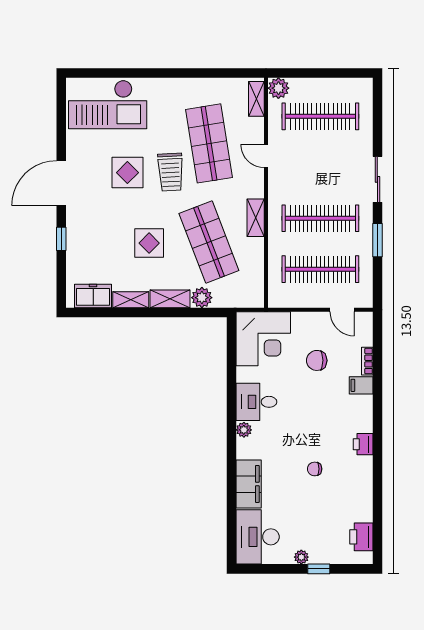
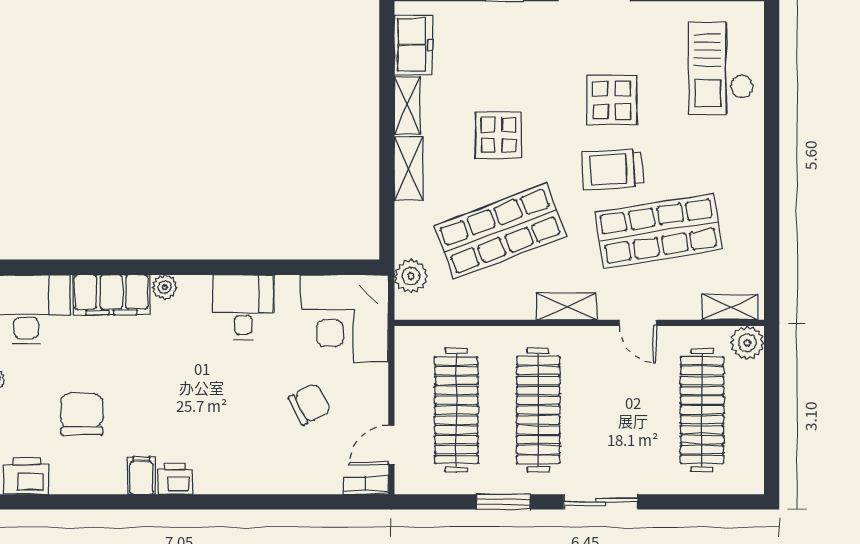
checkout: (108, 105) -> (721, 68), width x0.73, depth x0.83
door: (266, 156) -> (638, 323), swing flipped
shelving: (256, 218) -> (566, 306), moved
plant: (202, 298) -> (411, 276), moved
chair: (317, 360) -> (310, 404), turned 63
bookcase: (367, 361) -> (366, 485), moved
filing cabinet: (361, 385) -> (141, 475), moved
plant: (244, 430) -> (165, 287), moved
chair: (315, 469) -> (82, 414), moved, width x1.87, depth x1.87

